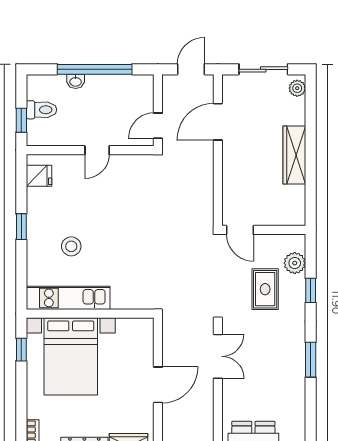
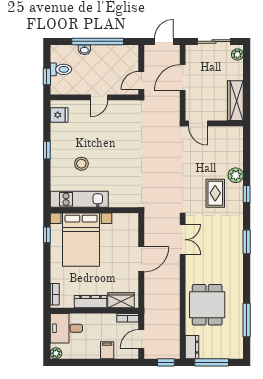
door: (240, 230) -> (198, 123), moved
wall: (264, 230) -> (214, 123), moved

